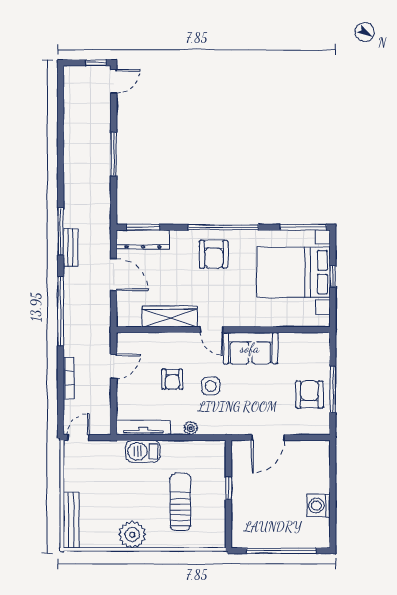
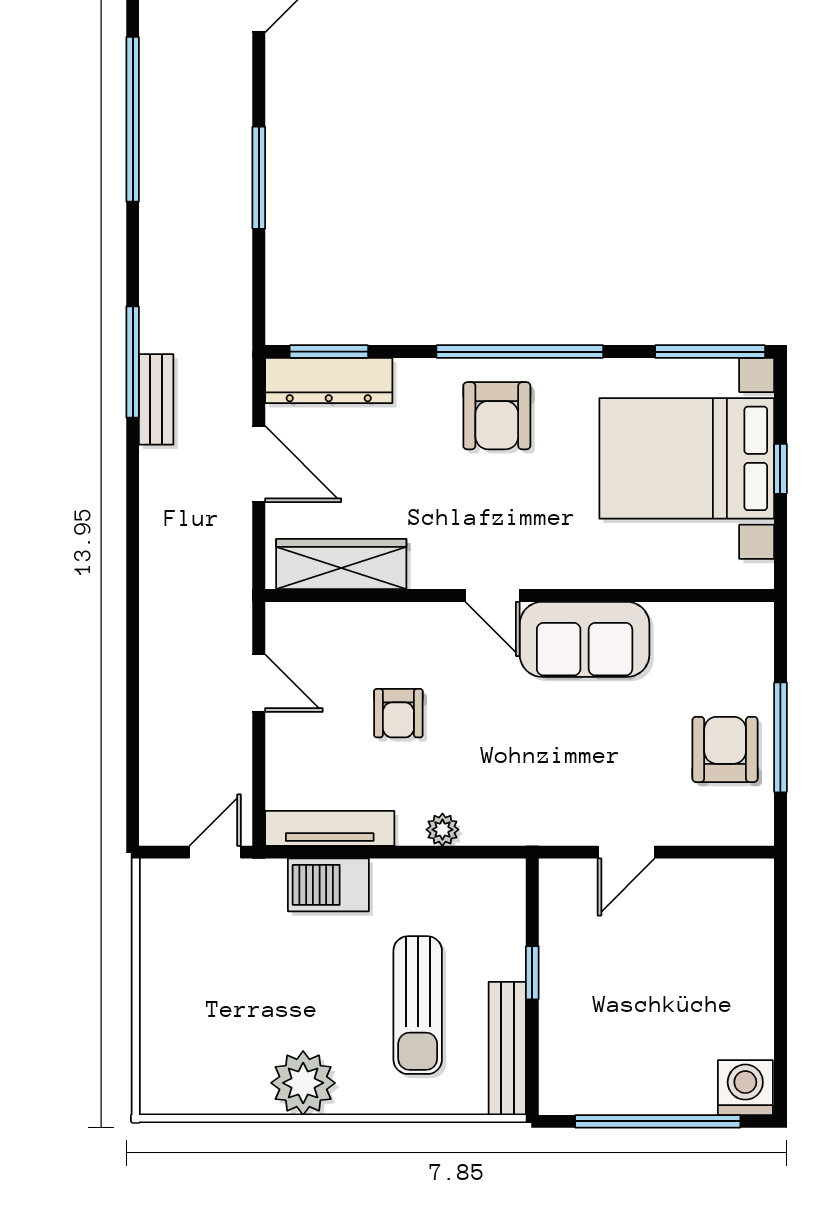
window: (61, 311) -> (133, 119), moved
wardrobe: (170, 317) -> (341, 564), moved
door: (114, 367) -> (259, 683), hinge flipped
bookcase: (69, 378) -> (152, 710), removed
side table: (211, 386) -> (490, 729), removed
door: (78, 438) -> (215, 852), moved
door: (268, 438) -> (626, 852), width x0.73
sun lounger: (180, 502) -> (418, 1005), turned 180
washing machine: (319, 506) -> (745, 1088), moved, turned 90
bench: (71, 520) -> (507, 1048), moved

